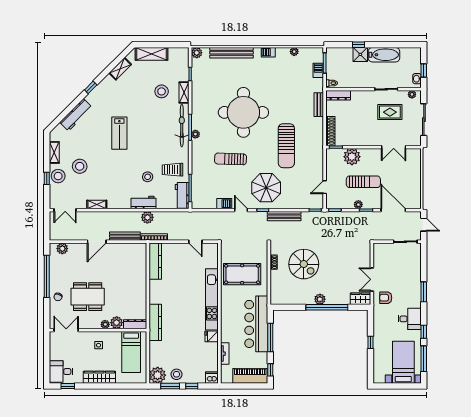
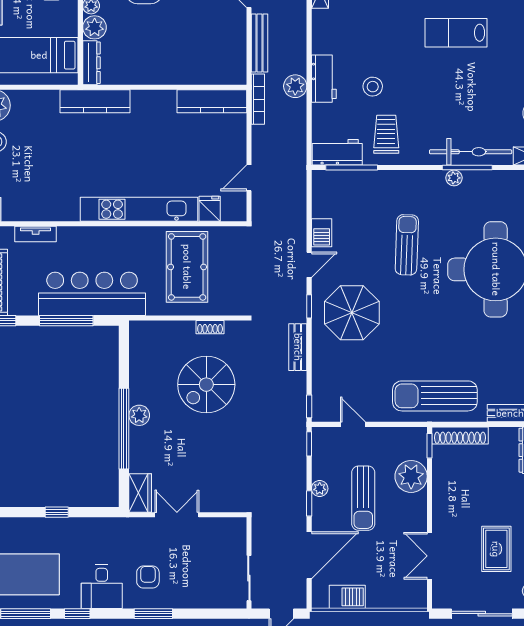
sun lounger: (286, 146) -> (435, 396), moved
barbecue: (415, 190) -> (347, 597), added
bench: (284, 216) -> (298, 347), width x0.73
armchair: (386, 298) -> (148, 577), moved
fridge: (212, 336) -> (210, 209), moved

